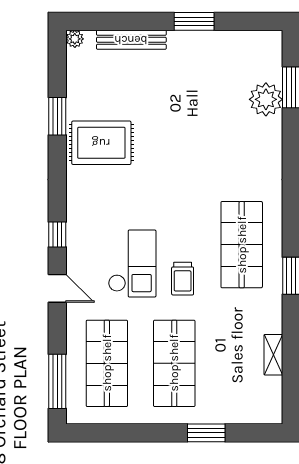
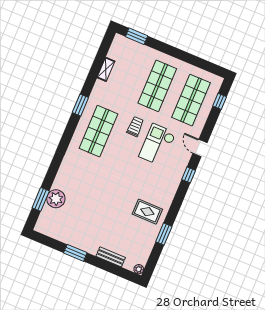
bench: (131, 40) -> (111, 257), width x0.73
rug: (101, 143) -> (147, 212), width x0.73, depth x0.70
window: (57, 381) -> (220, 101), width x0.46
window: (206, 433) -> (137, 36), moved

